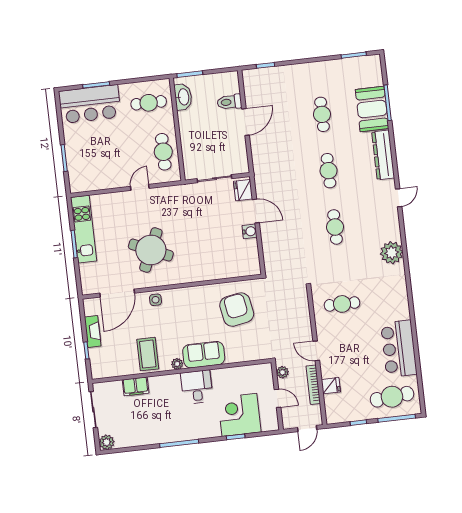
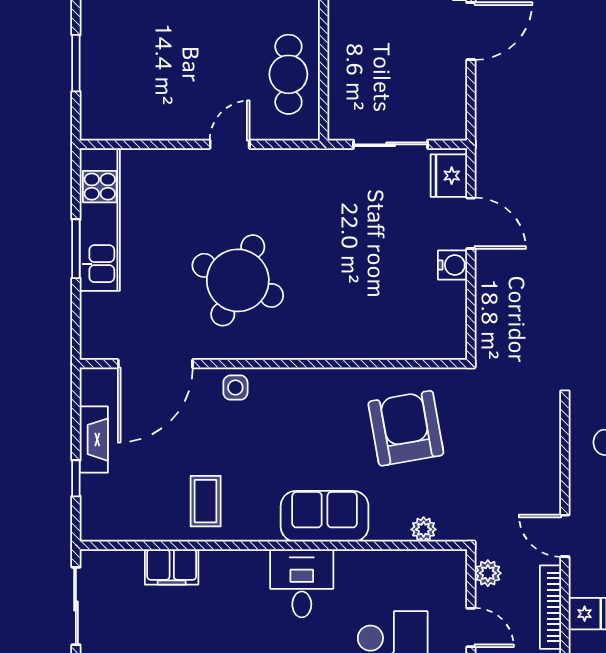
coffee table: (148, 354) -> (206, 501), width x0.73, depth x0.77
plant: (177, 364) -> (424, 529), moved

